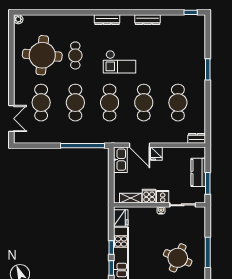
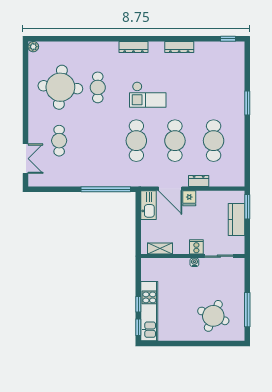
cafe table: (41, 103) -> (59, 141), width x0.73, depth x0.74
cafe table: (75, 103) -> (98, 141), removed
dresser: (197, 138) -> (199, 181), moved
window: (208, 183) -> (247, 207), moved
cooker: (149, 196) -> (181, 246), removed
fridge: (121, 218) -> (149, 271), removed

